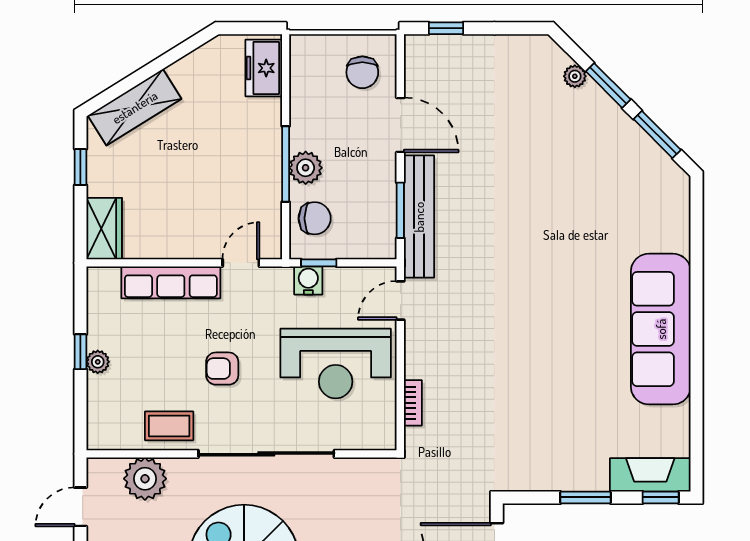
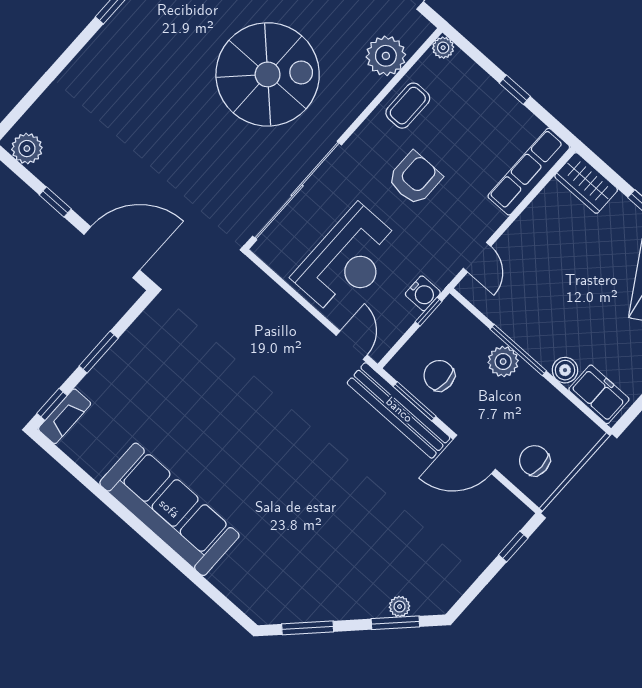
window: (608, 85) -> (395, 623), moved
boiler: (268, 112) -> (565, 370), added
chair: (315, 218) -> (439, 376), moved, turned 90
row of seats: (171, 282) -> (529, 172), moved
plant: (98, 362) -> (443, 48), moved
reception desk: (336, 364) -> (348, 261), turned 180
armchair: (222, 369) -> (415, 178), width x1.38, depth x1.38
bookcase: (413, 403) -> (272, 290), removed
sliding door: (266, 454) -> (297, 190), moved
fireplace: (650, 475) -> (65, 416), width x0.73, depth x0.76

